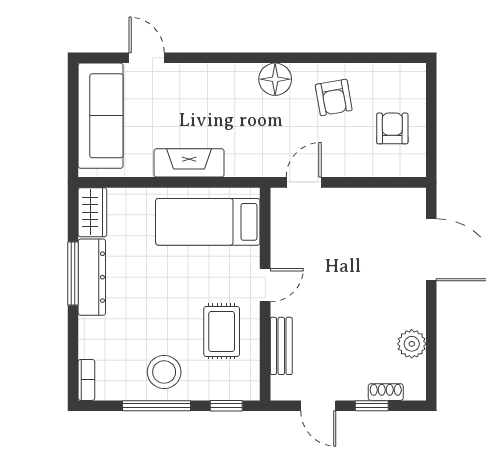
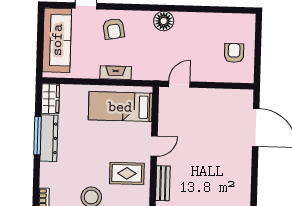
armchair: (334, 97) -> (114, 29), moved
fireplace: (189, 163) -> (116, 73), width x0.73, depth x0.76
rug: (222, 331) -> (127, 173), turned 90
plant: (412, 344) -> (242, 184), removed

